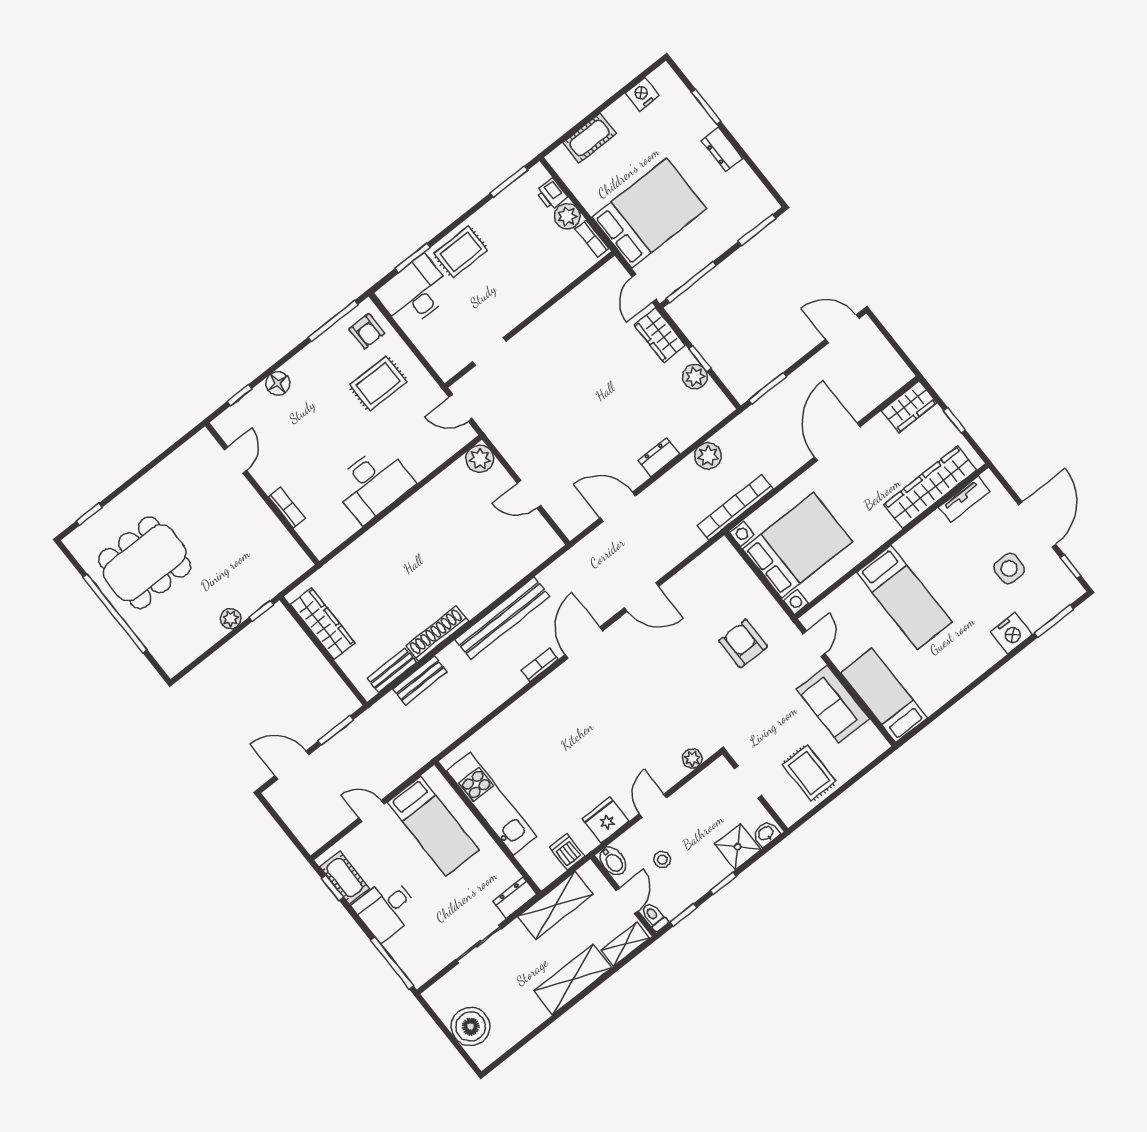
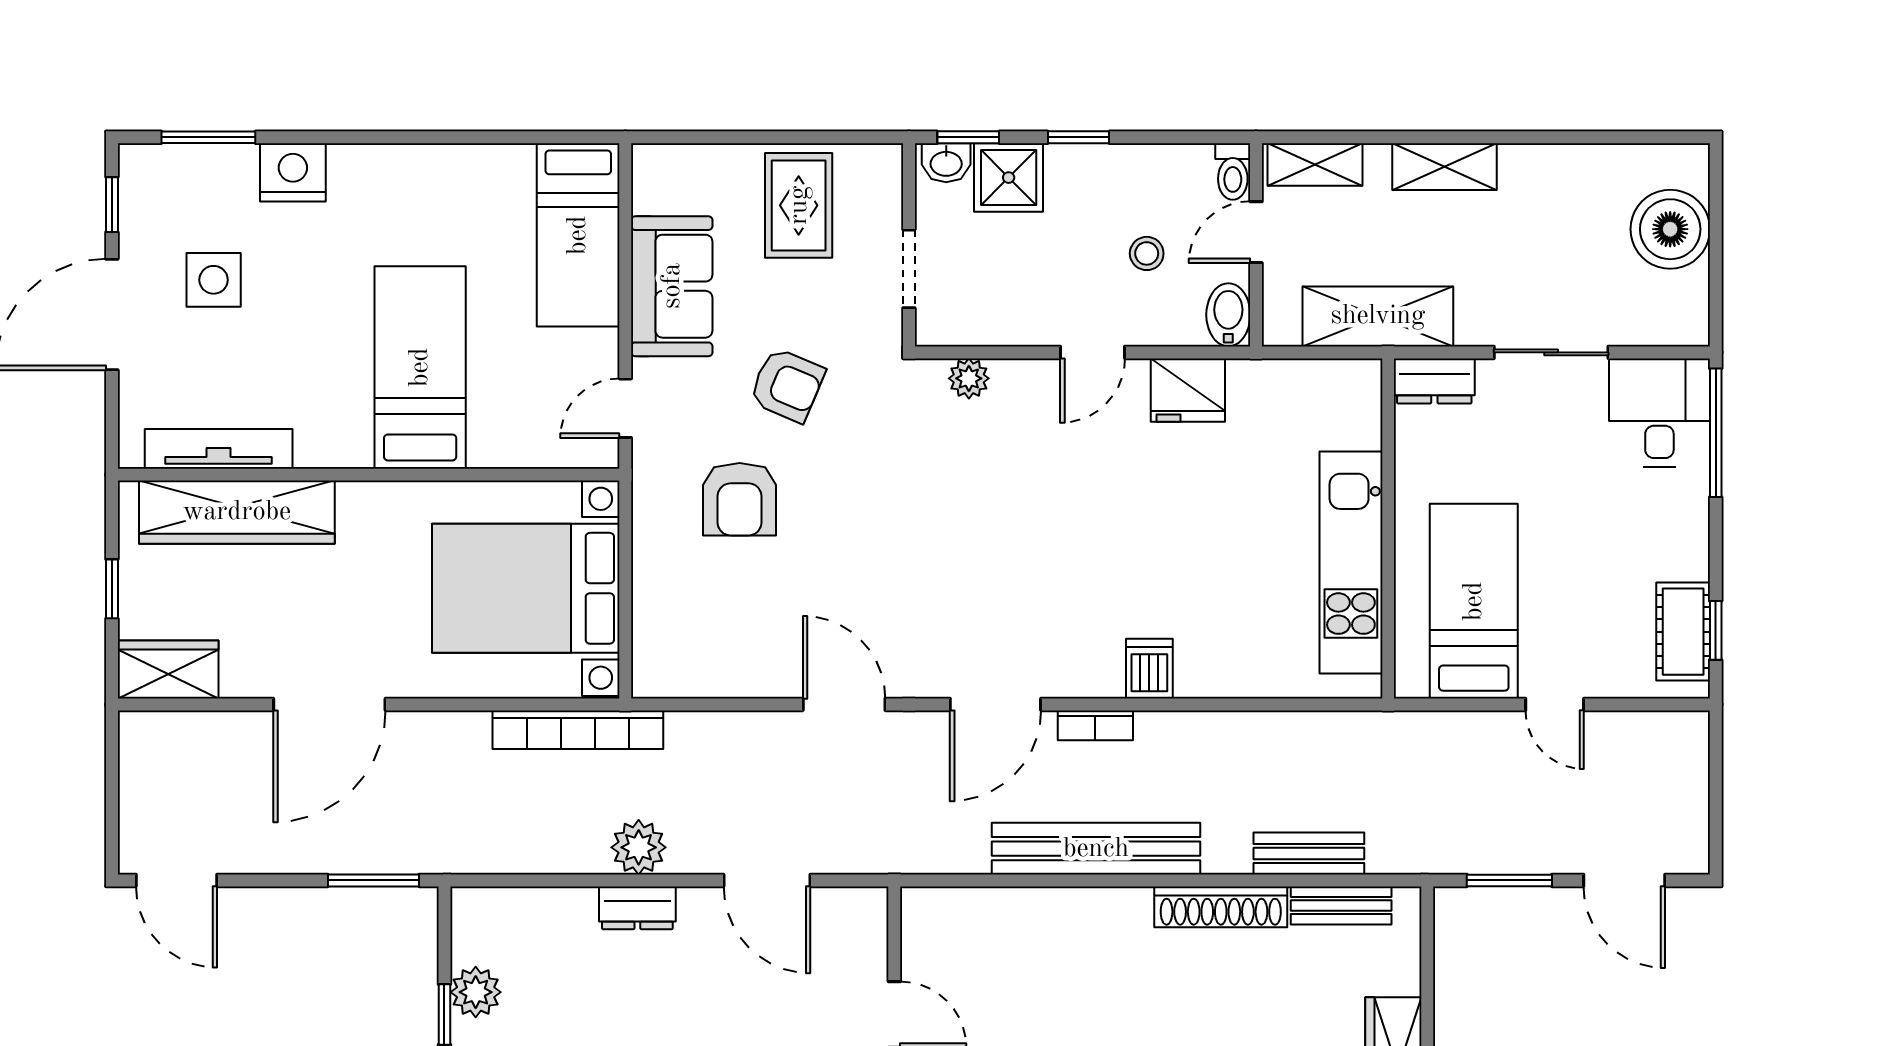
plant: (708, 456) -> (639, 847), moved
tv unit: (964, 499) -> (219, 449), width x1.41
armchair: (759, 701) -> (787, 385), added
dishwasher: (567, 852) -> (1149, 669), moved, turned 180
desk: (386, 909) -> (1659, 413), moved, turned -90
window: (683, 915) -> (968, 137), moved
shelving: (573, 979) -> (1445, 167), width x0.67, depth x0.75

